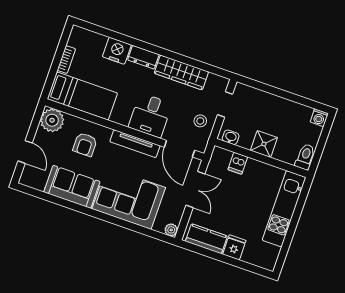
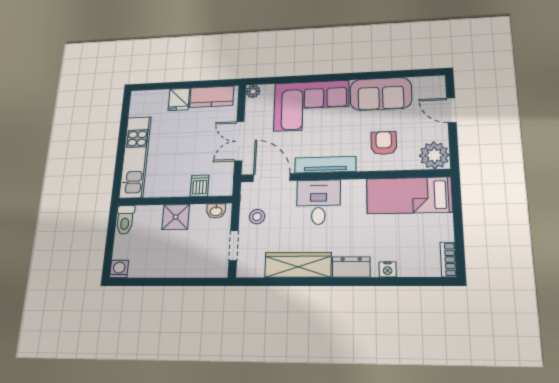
nightstand: (117, 51) -> (388, 269), width x0.53, depth x0.56
bookcase: (66, 60) -> (448, 259), moved

